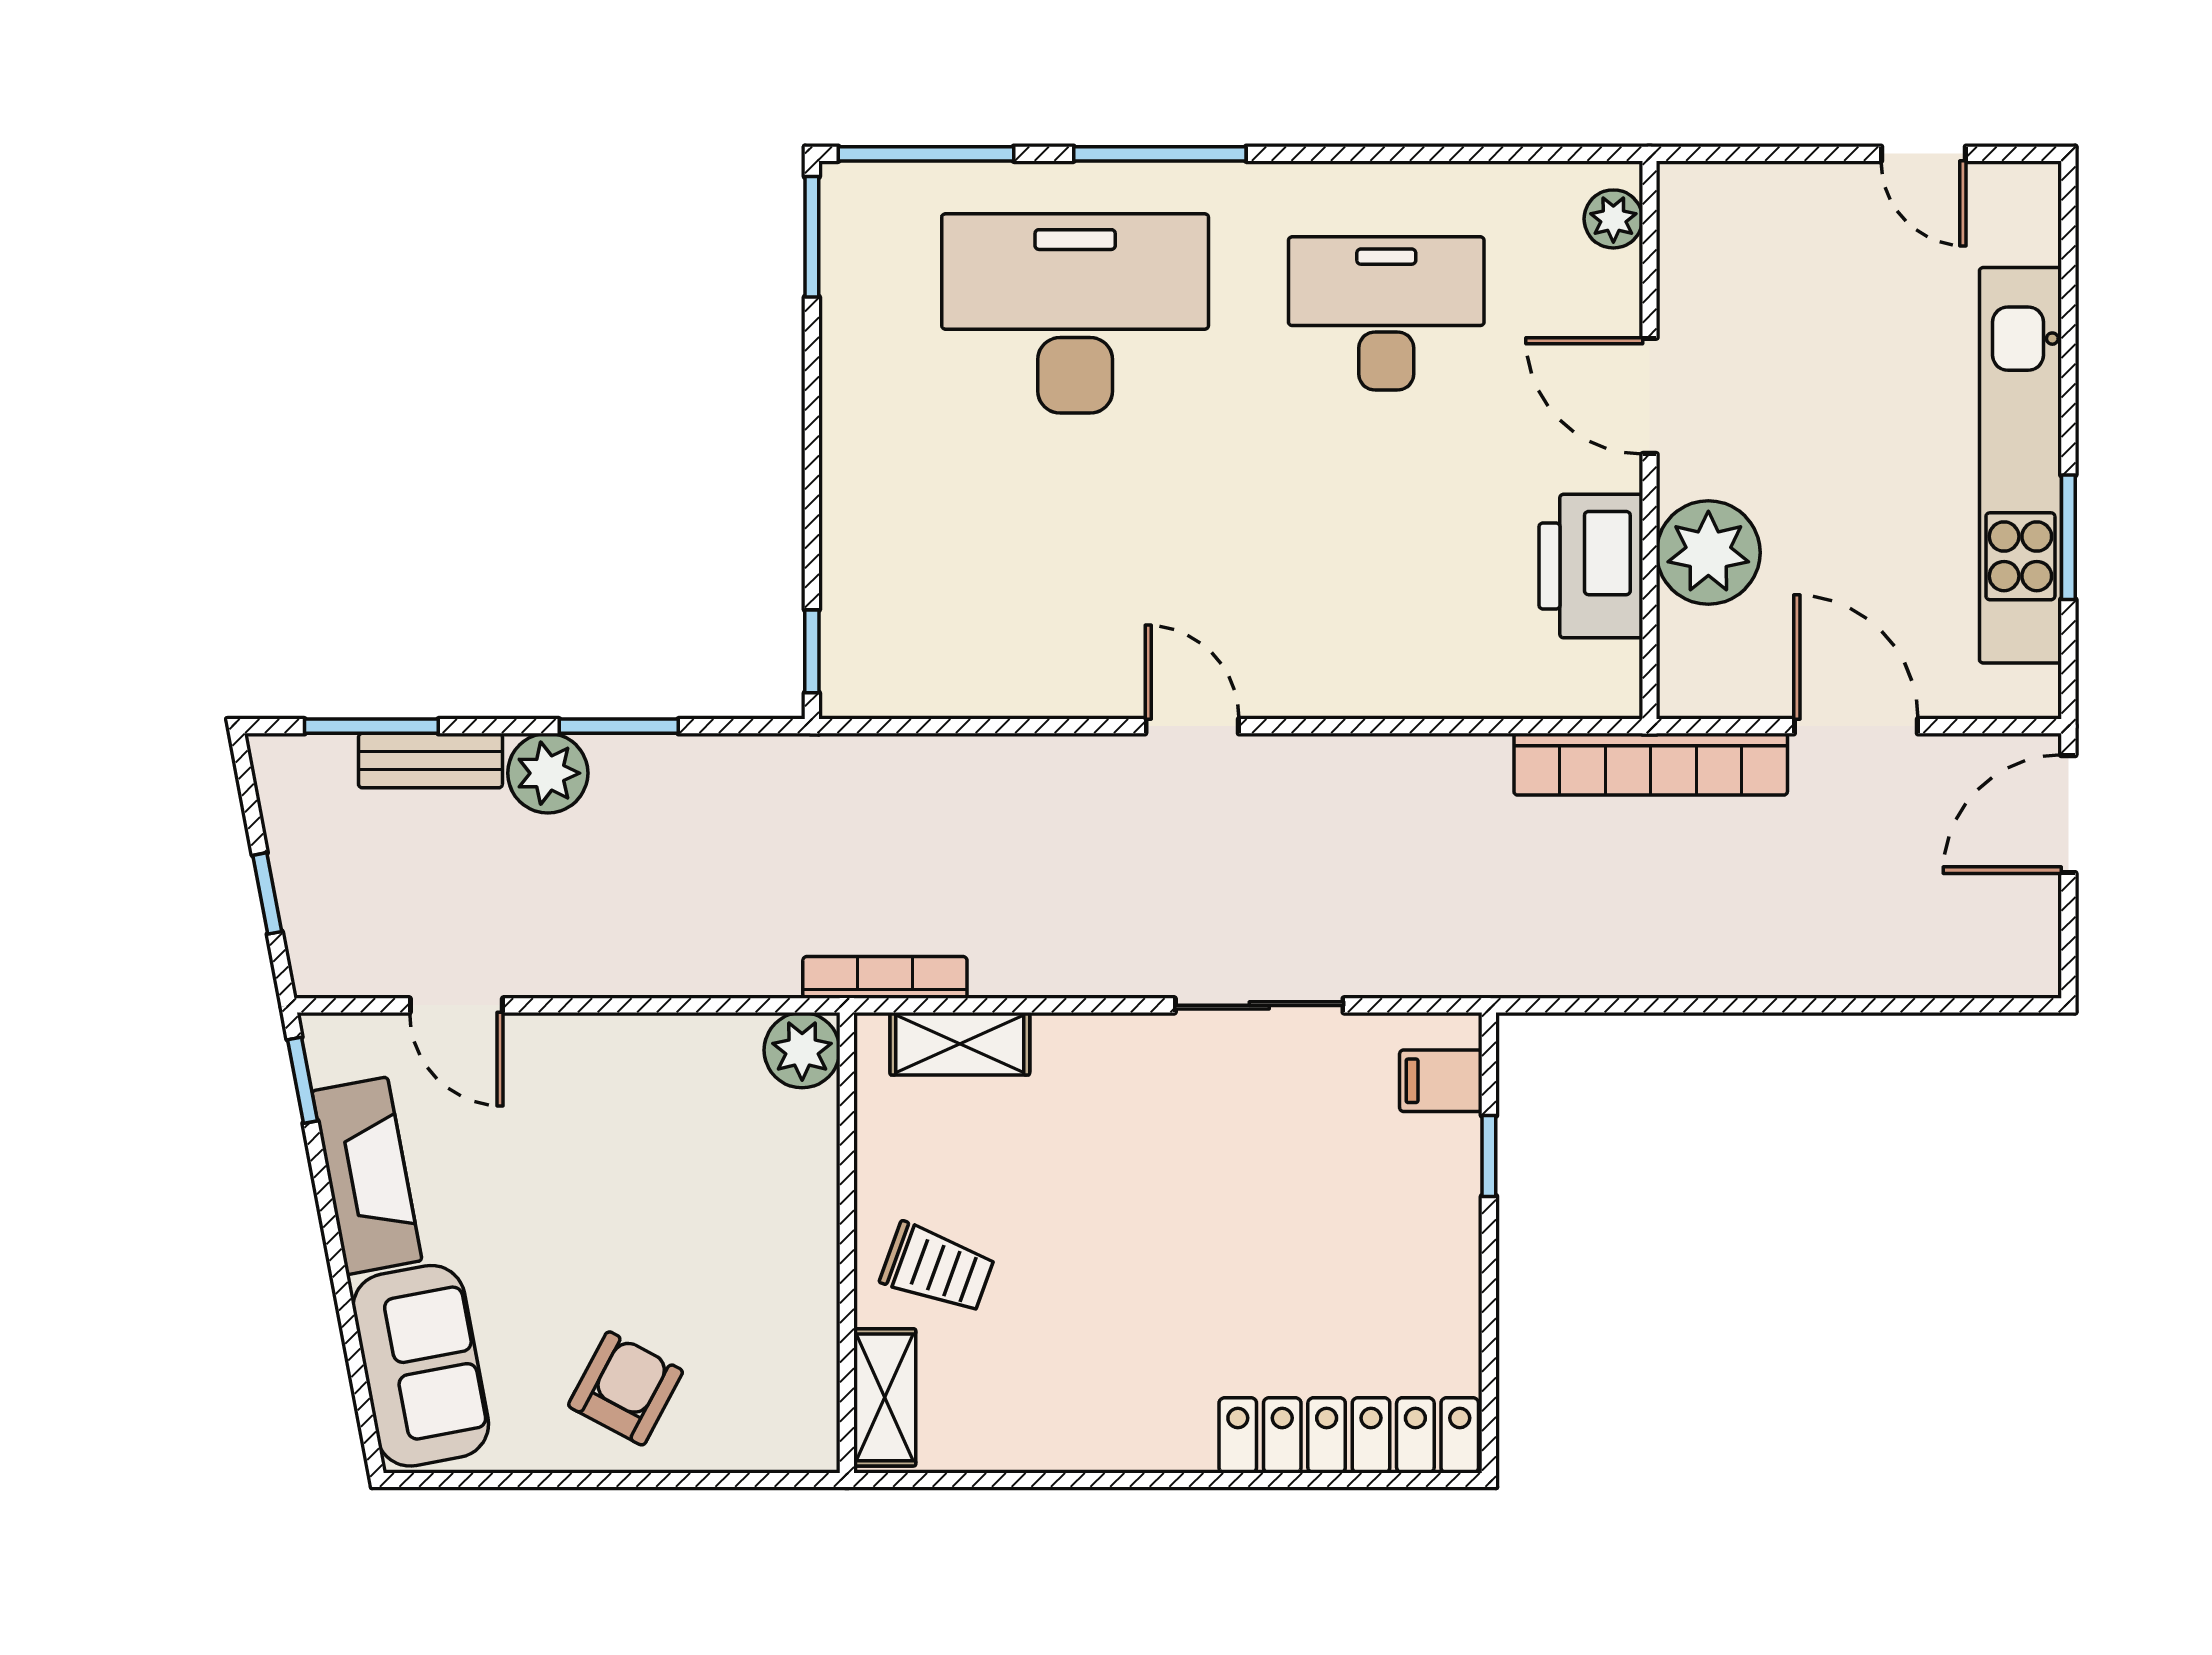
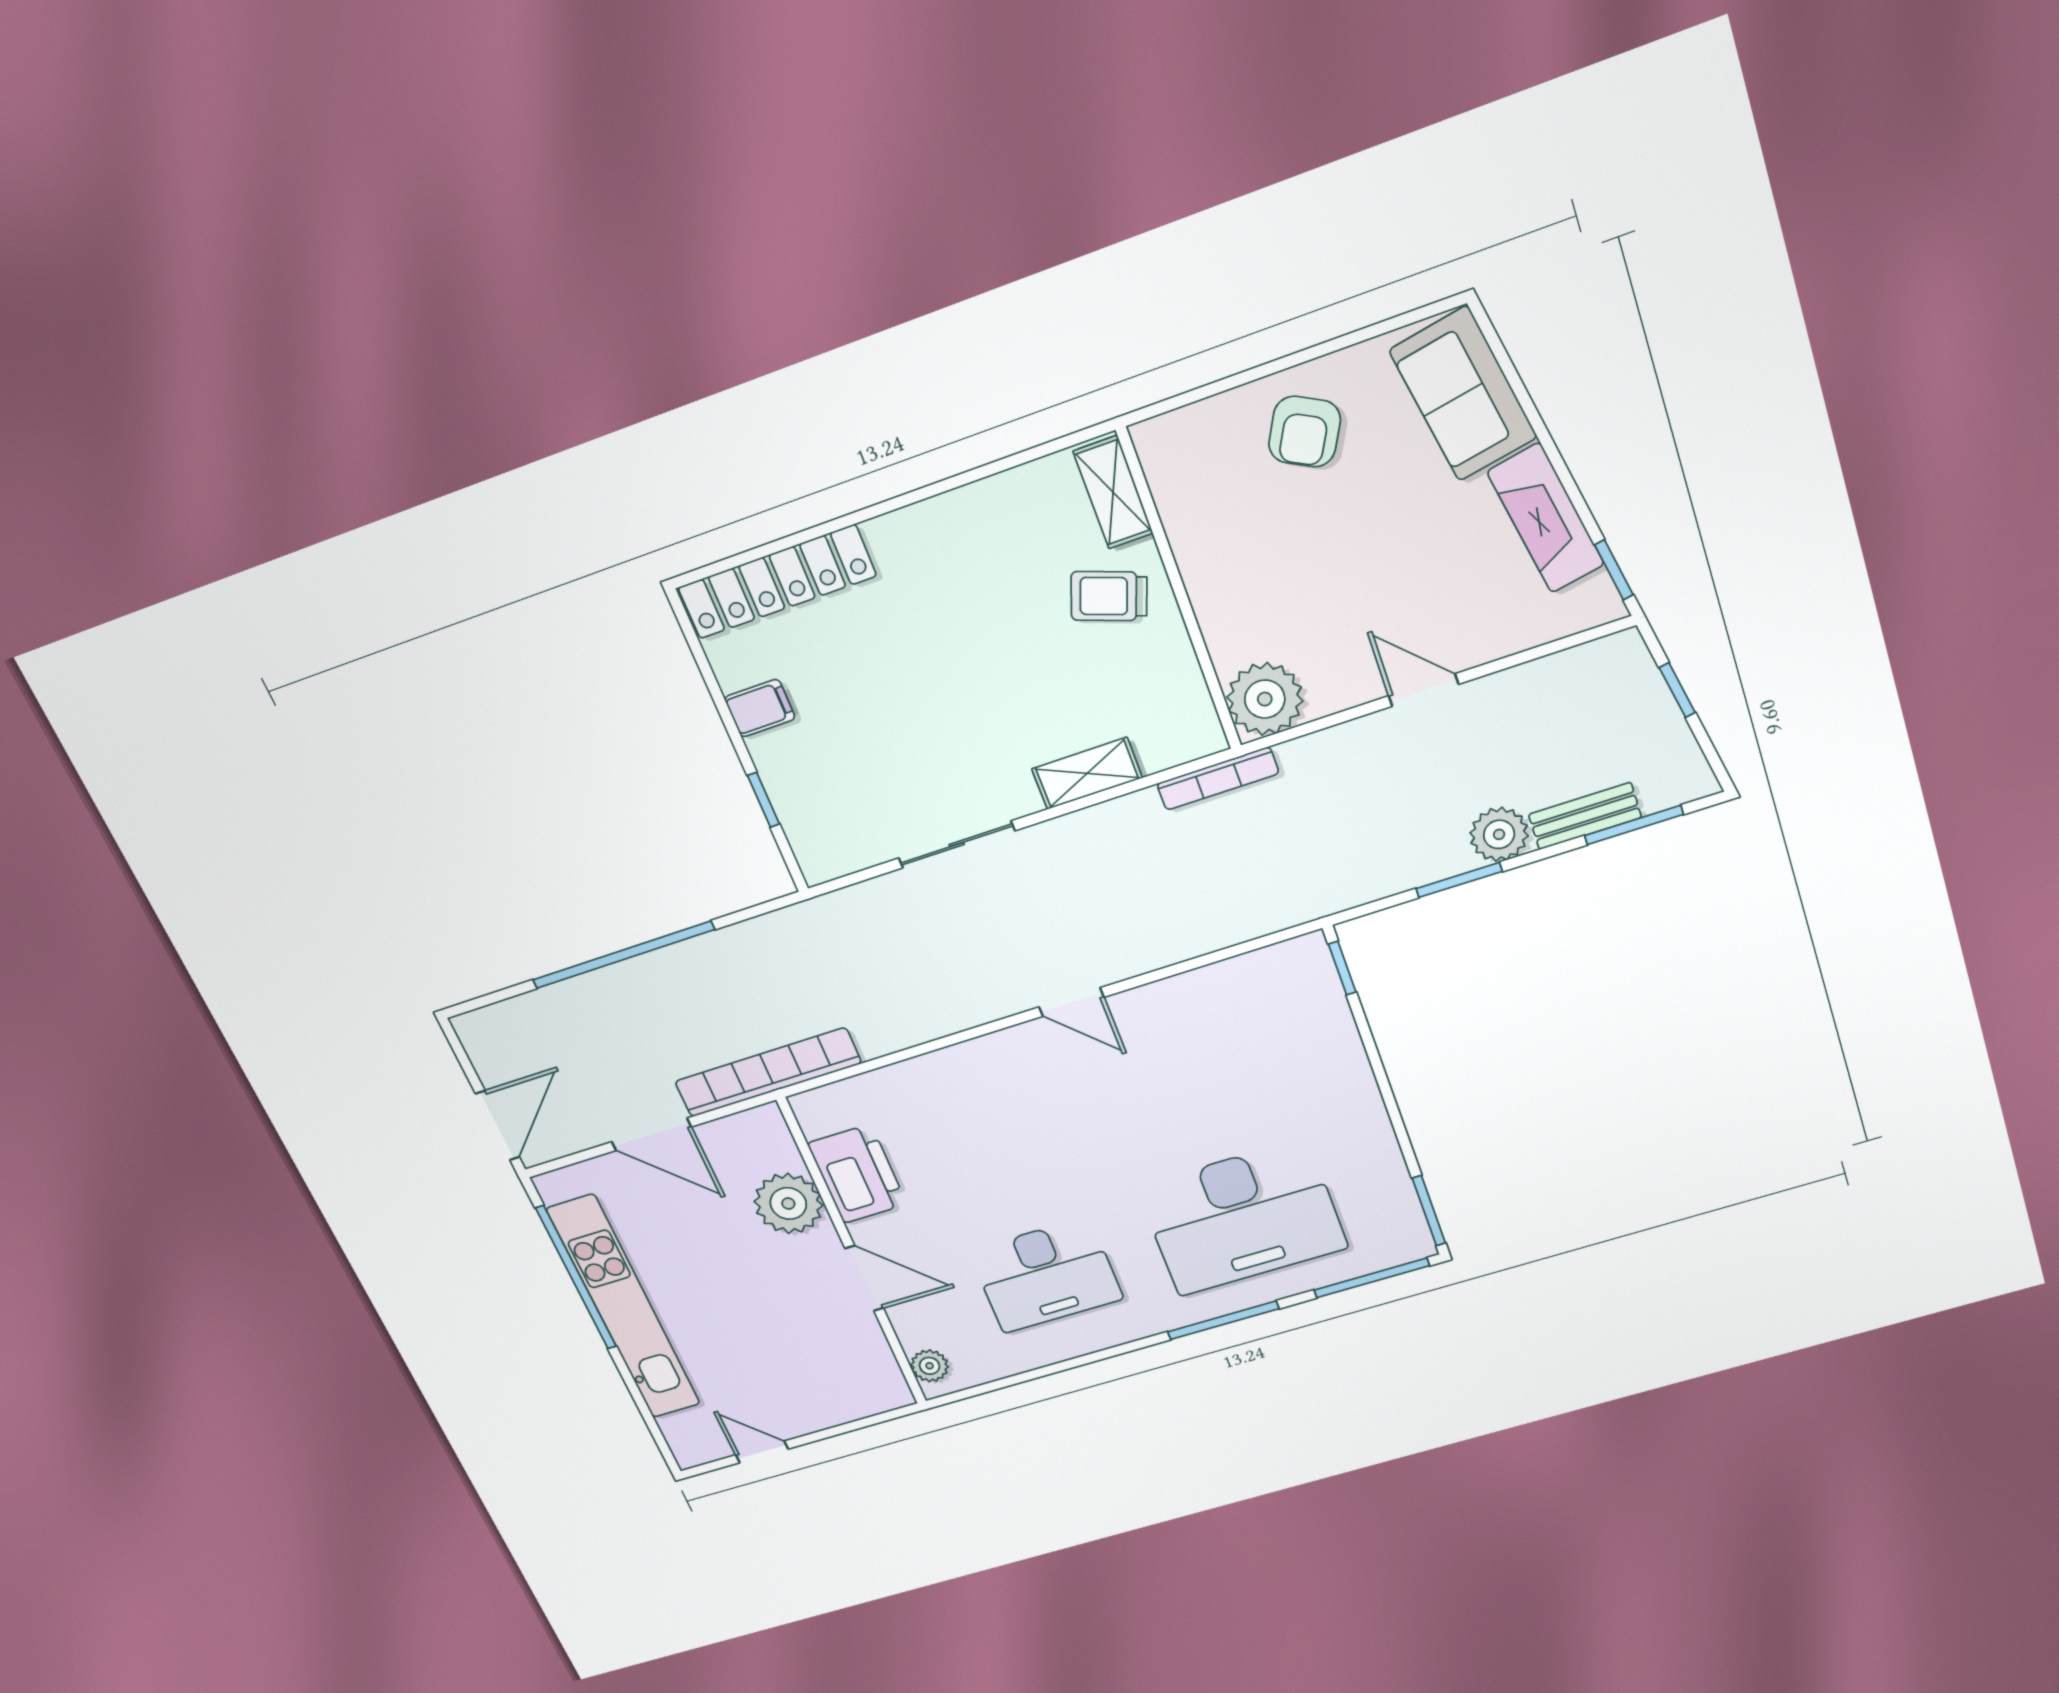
window: (2068, 537) -> (576, 1278), width x2.11
door: (456, 1005) -> (1424, 690), moved
window: (1774, 1005) -> (623, 955), added
shelving: (960, 1044) -> (1087, 773), moved
plant: (802, 1050) -> (1265, 699), width x1.36, depth x1.36
filing cabinet: (1441, 1081) -> (760, 708), moved

